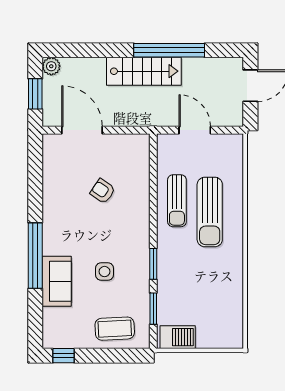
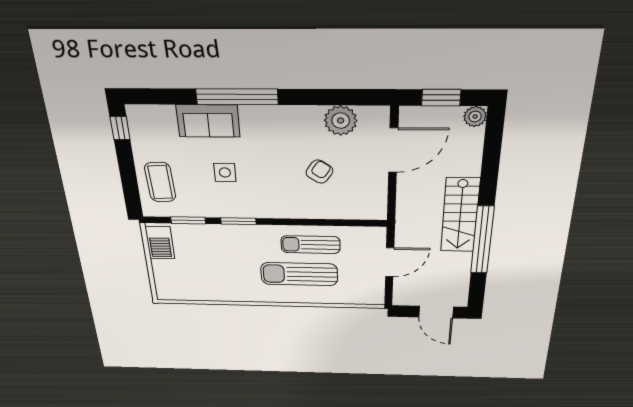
plant: (56, 173) -> (341, 121), added

